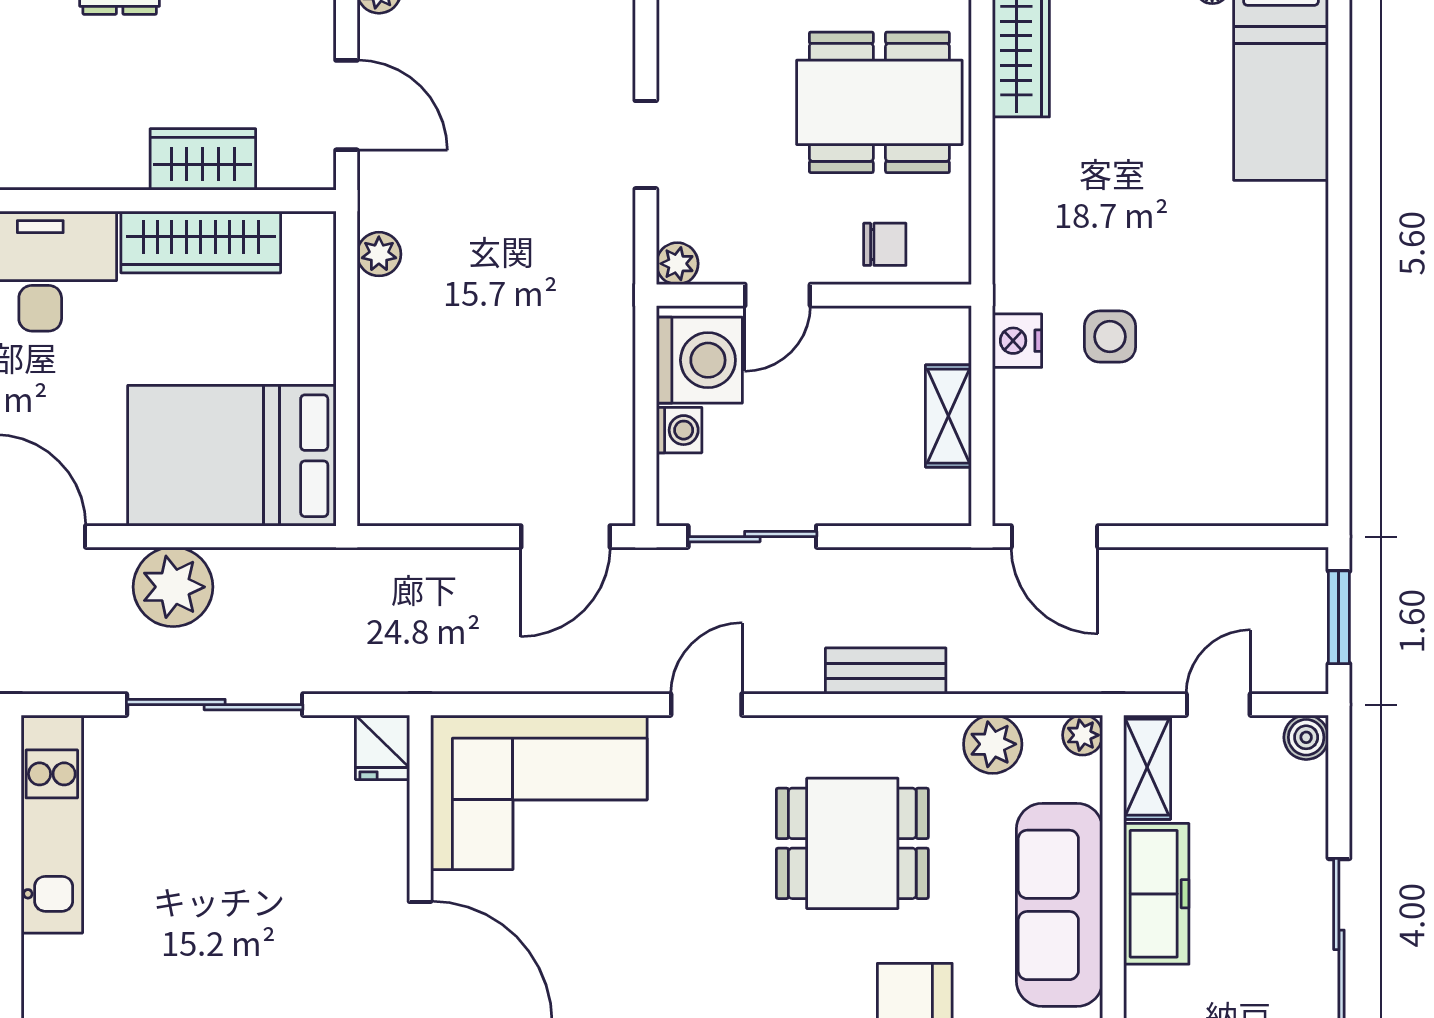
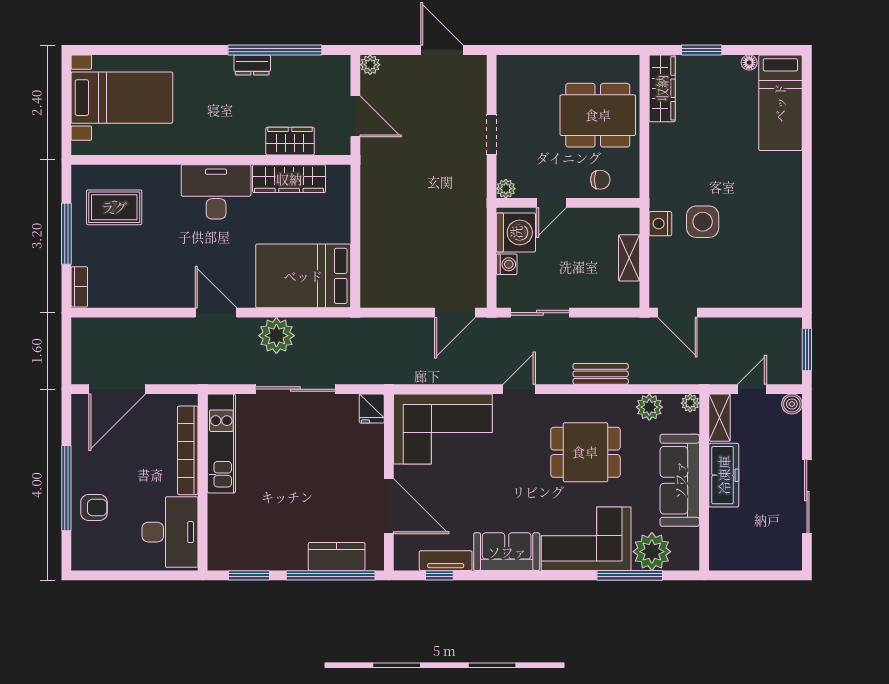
plant: (379, 254) -> (370, 184), removed
side table: (1110, 337) -> (703, 222), width x1.37, depth x1.37

